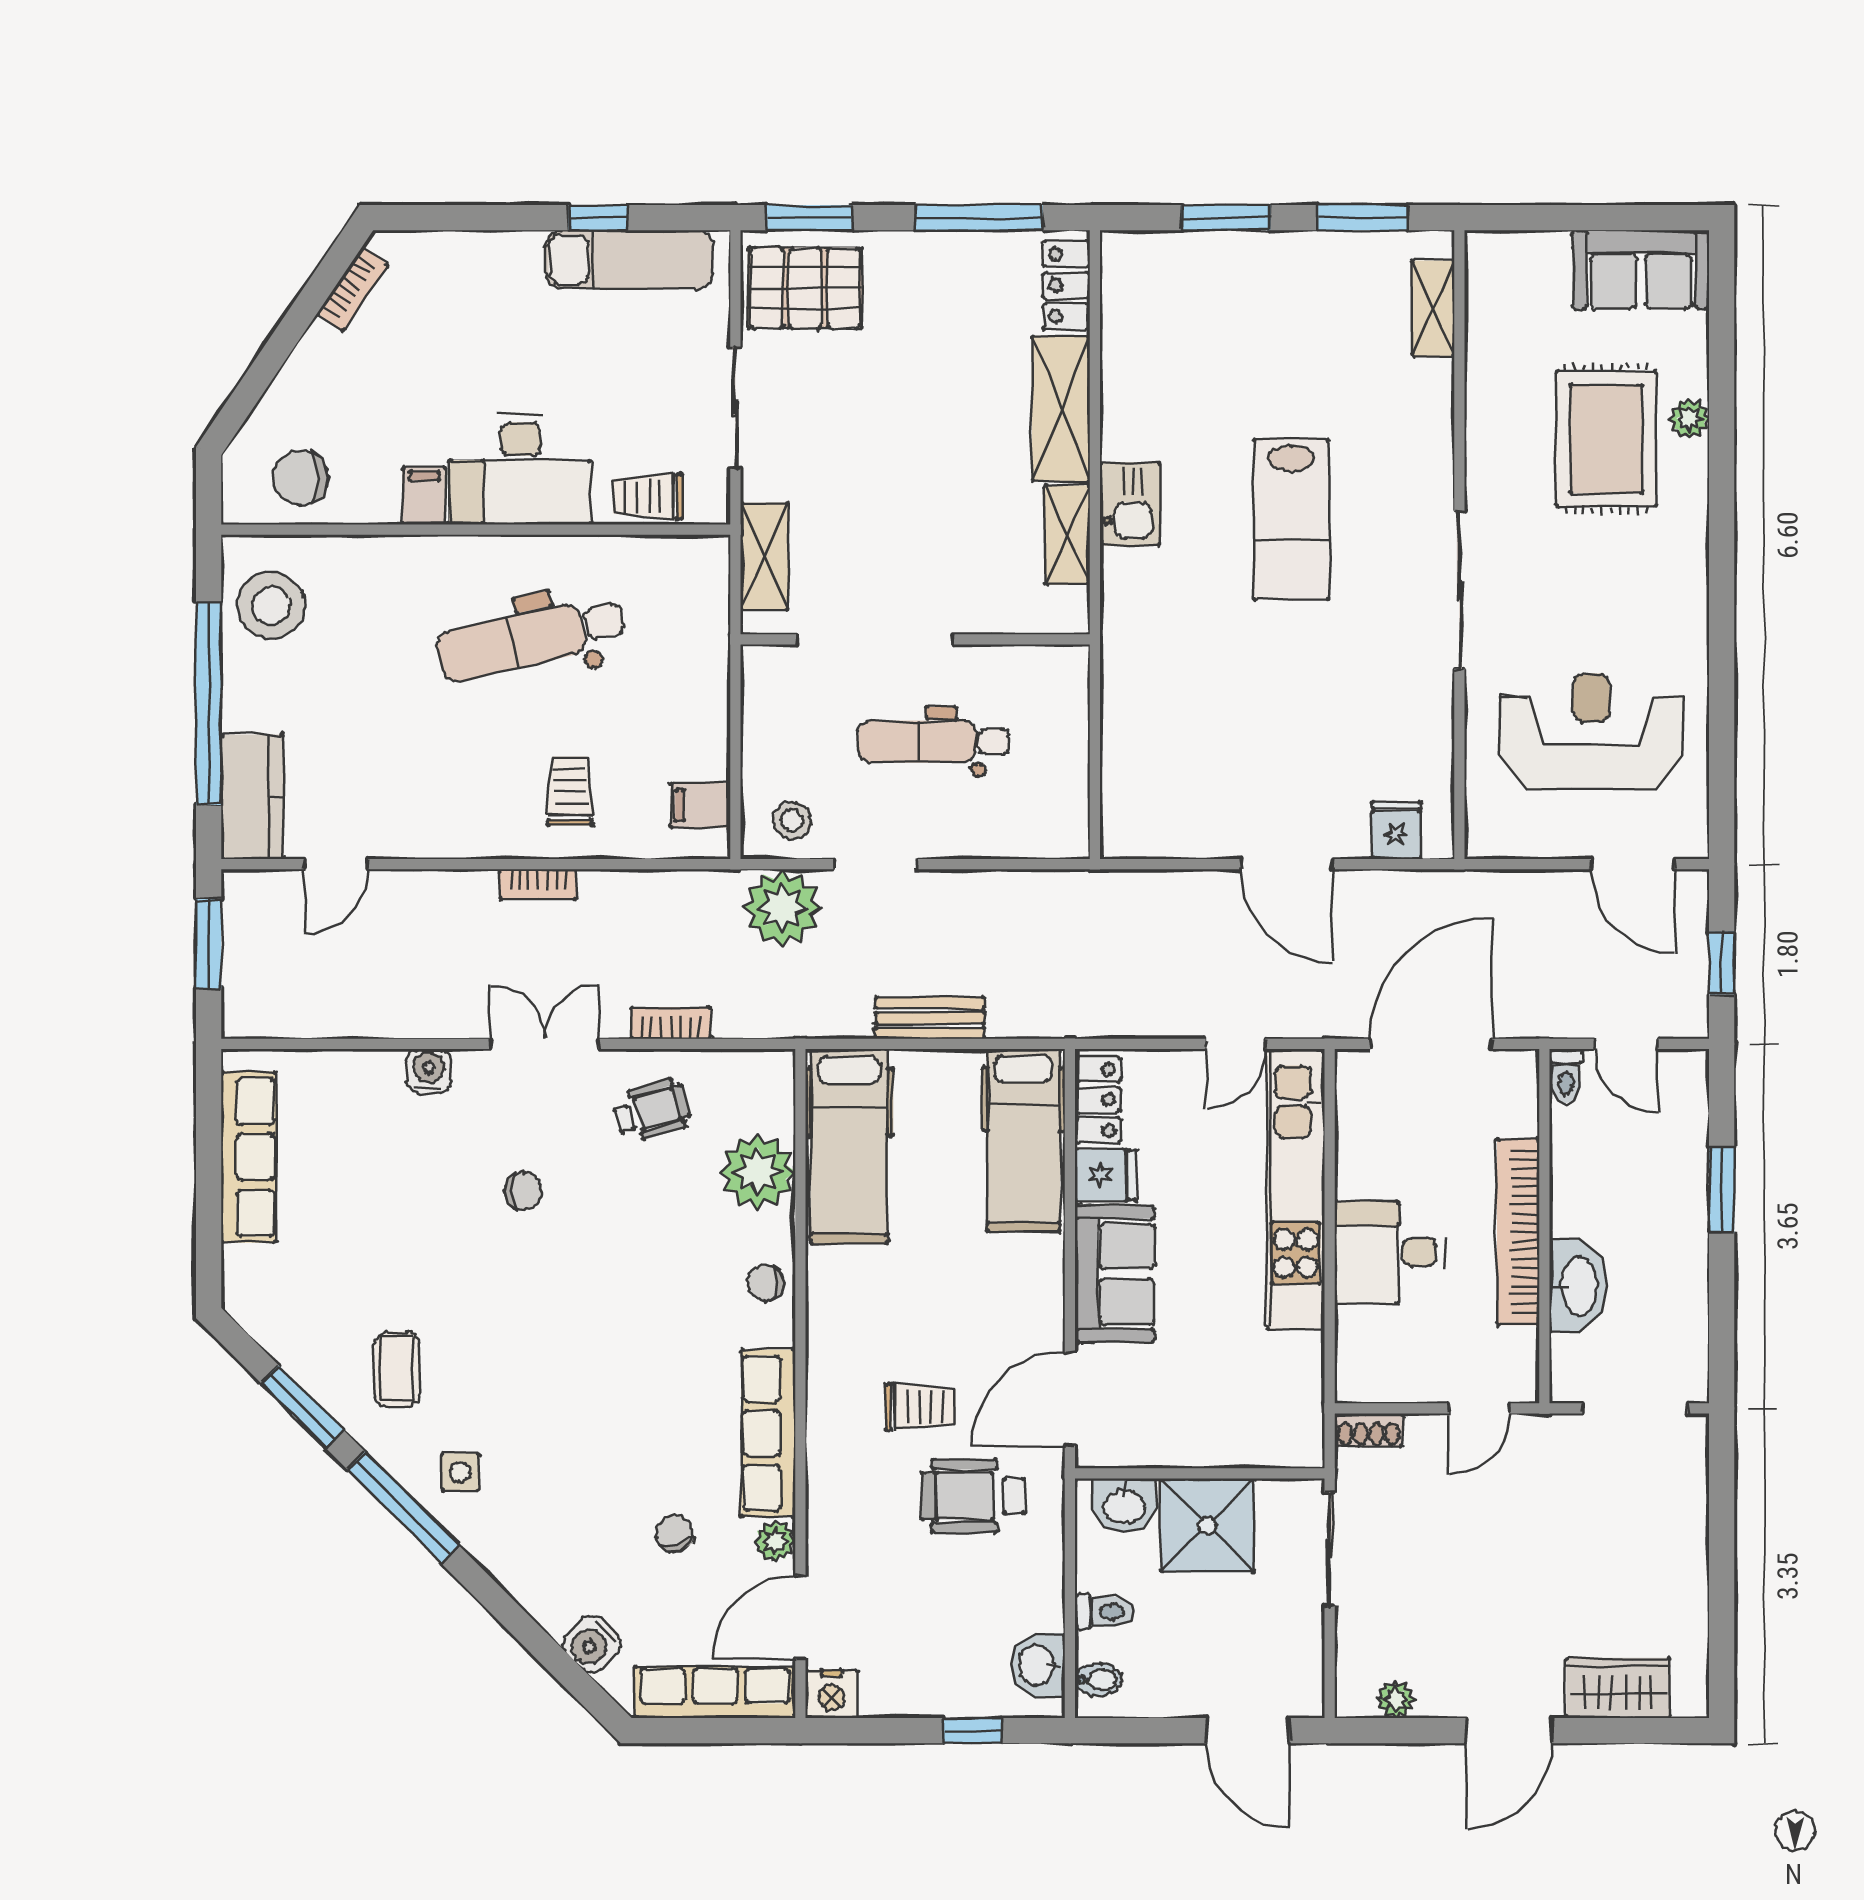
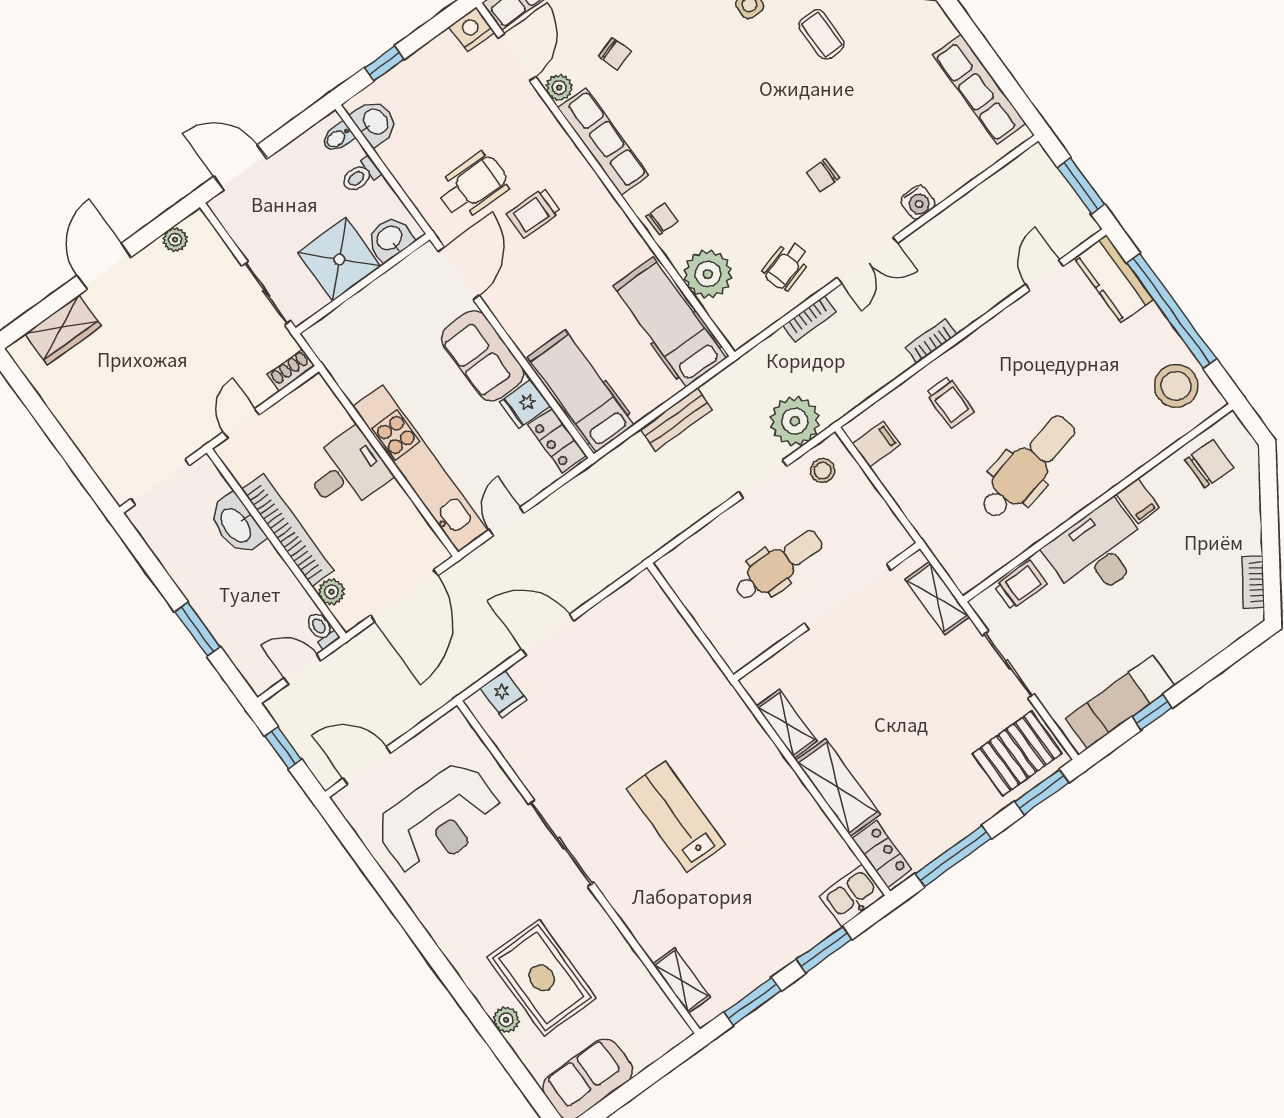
kitchen sink: (1130, 504) -> (852, 895), moved, turned 90
plant: (1519, 1115) -> (331, 592), added

